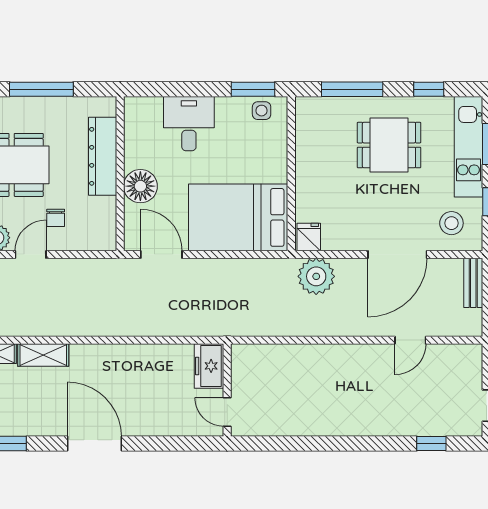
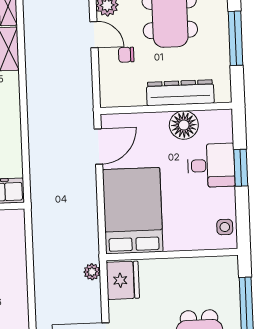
window: (253, 89) -> (241, 168), moved
floor lamp: (140, 186) -> (184, 125), moved
fridge: (309, 237) -> (123, 280), width x1.88, depth x1.34
plant: (316, 276) -> (92, 272), width x0.53, depth x0.53

